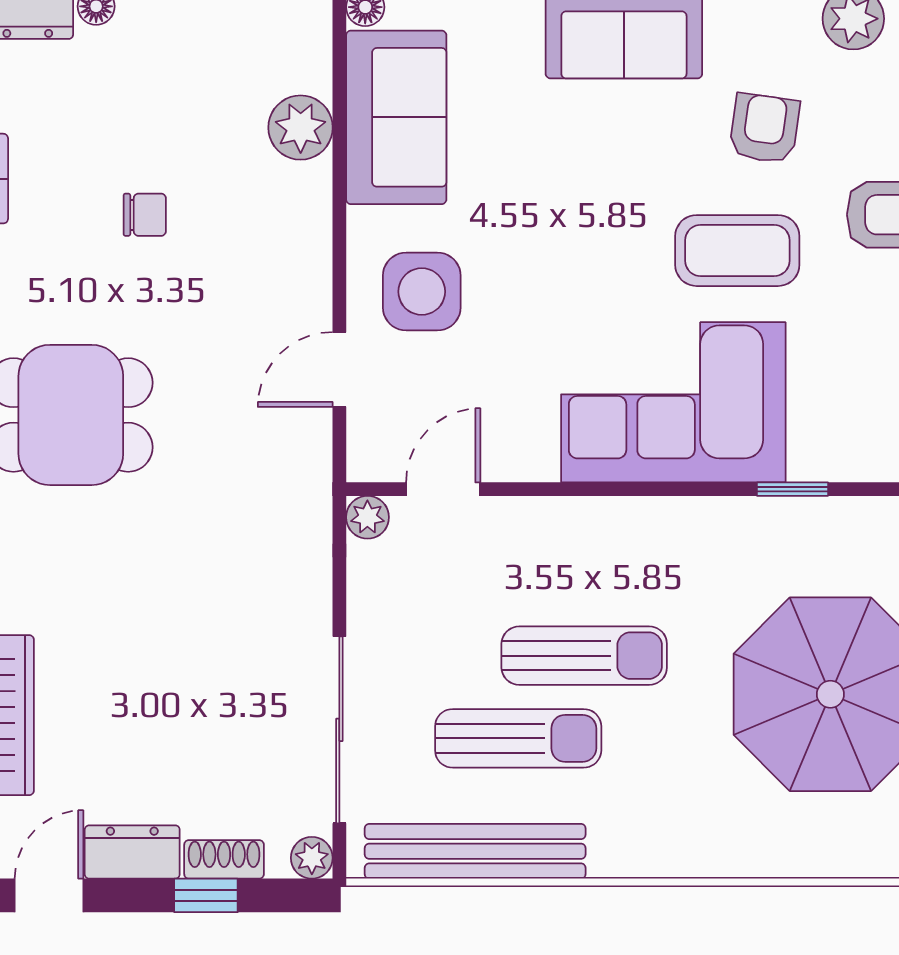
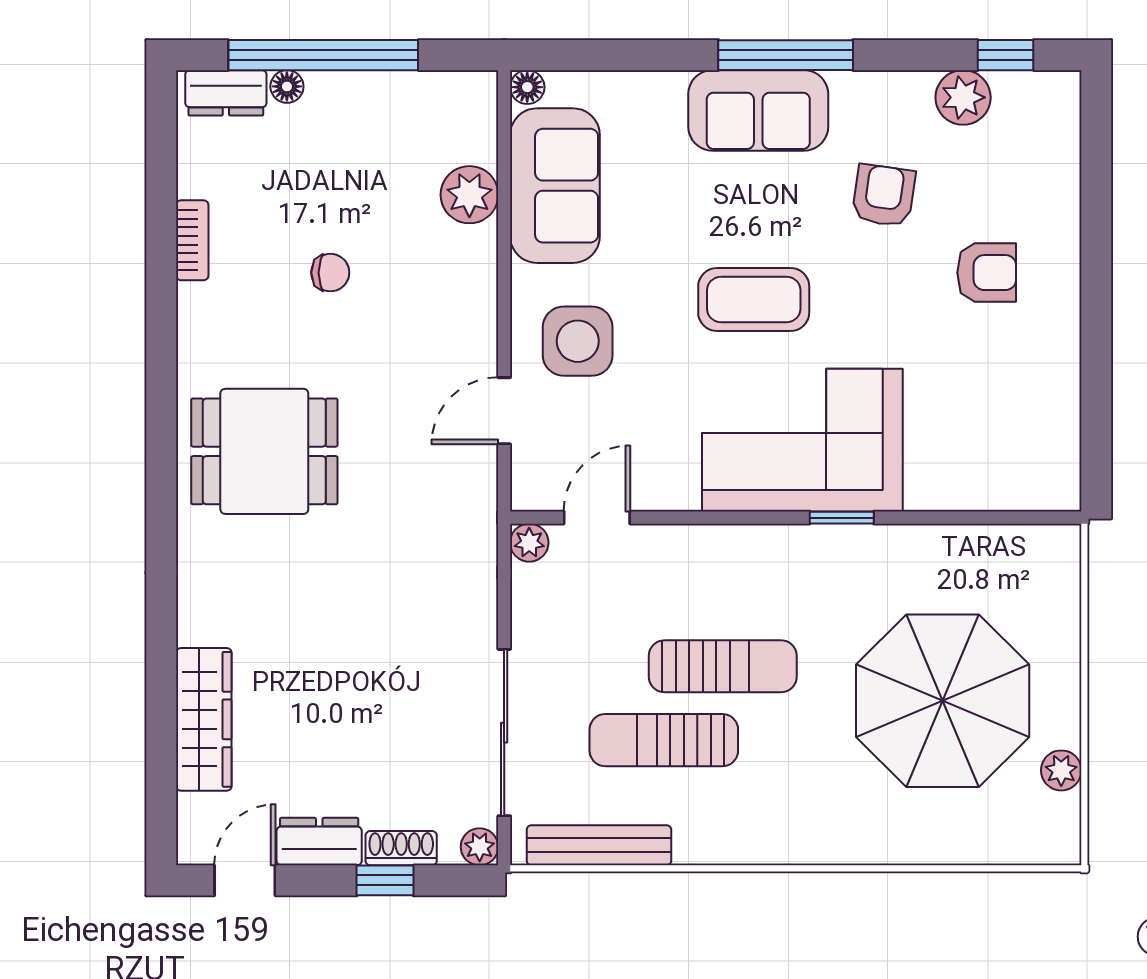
coffee table: (737, 251) -> (754, 300), moved
window: (793, 489) -> (842, 518), moved
sun lounger: (518, 738) -> (664, 740), turned 180
bench: (475, 851) -> (599, 845), width x0.73, depth x0.82

